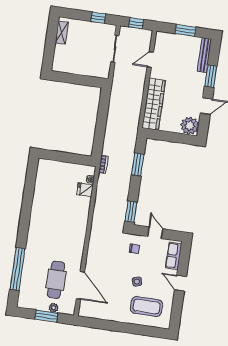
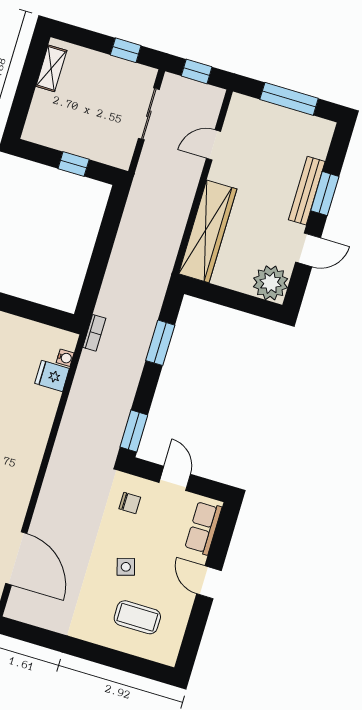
window: (185, 30) -> (289, 99), width x1.44
bench: (204, 55) -> (307, 191), moved
window: (80, 80) -> (74, 164), added
coffee table: (147, 306) -> (137, 617), width x0.73, depth x0.76

